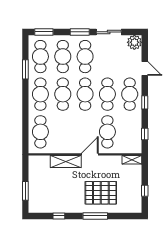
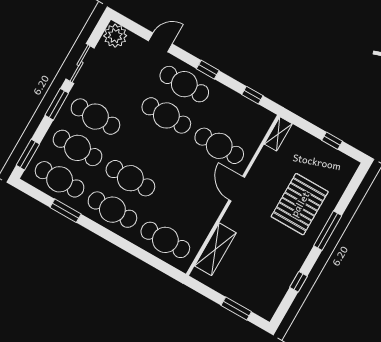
cafe table: (85, 94) -> (148, 147), removed
shelving: (66, 161) -> (215, 249), moved

